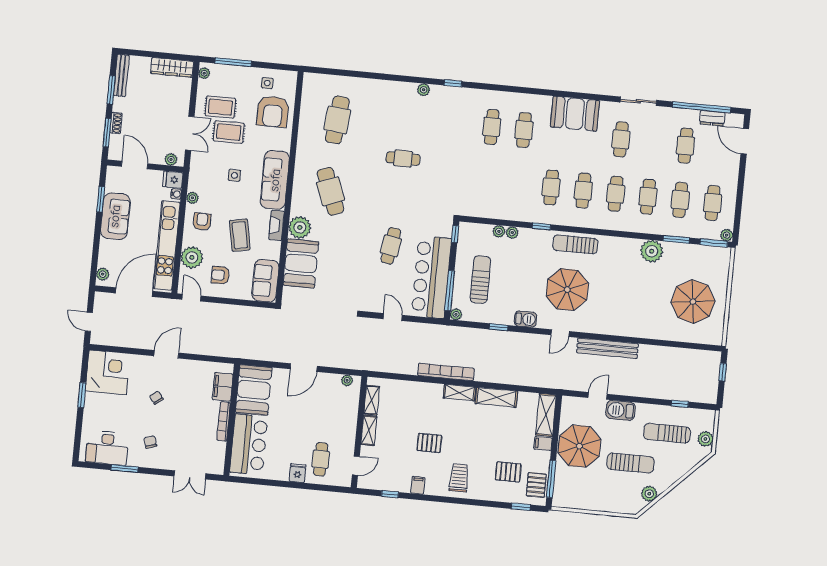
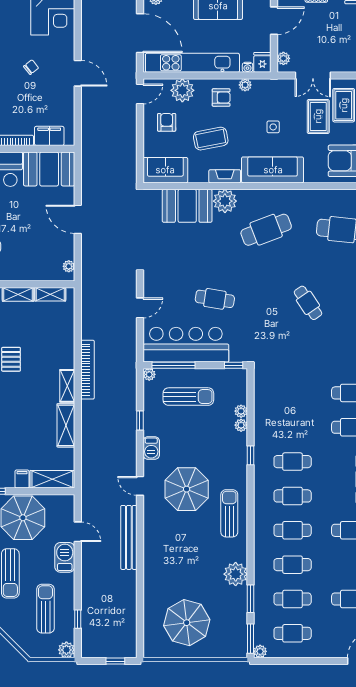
cafe table: (403, 159) -> (308, 303), turned -34
sun lounger: (575, 244) -> (229, 513), moved
plant: (705, 439) -> (66, 650), moved

